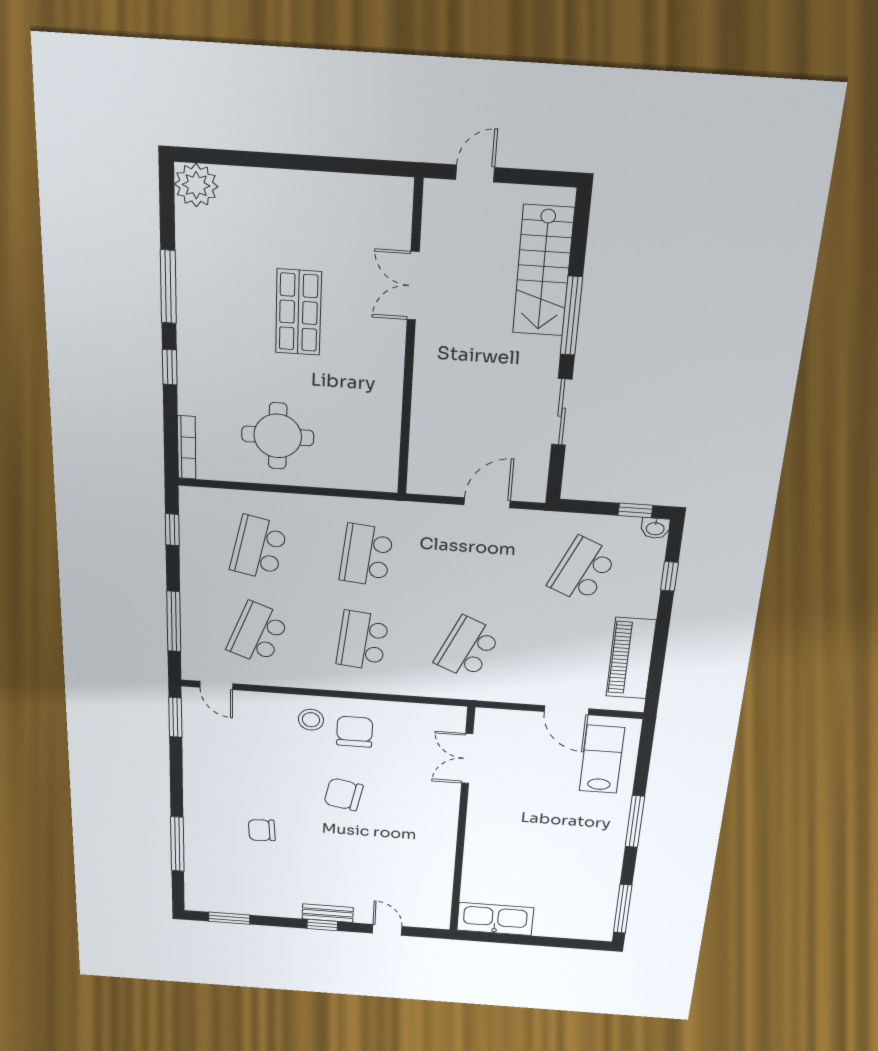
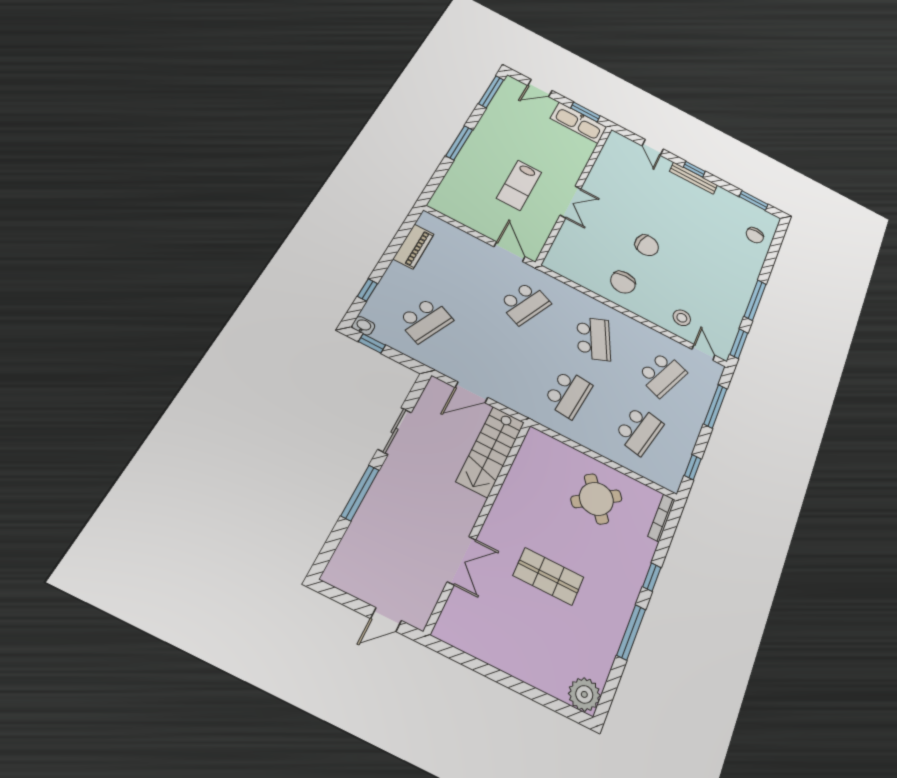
stairs: (543, 271) -> (491, 452), moved, turned 180
shop shelf: (298, 312) -> (548, 576), turned 90
round table: (278, 436) -> (596, 499), turned -37
school desk: (362, 641) -> (594, 339), turned -30
piano: (631, 658) -> (414, 246), width x0.73, depth x0.75
door: (566, 710) -> (510, 252), moved
stool: (311, 720) -> (682, 318), moved
double door: (467, 759) -> (570, 202), moved
lab bench: (602, 759) -> (519, 185), moved
chair: (262, 830) -> (755, 235), moved, turned 94
window: (177, 844) -> (755, 300), moved
bench: (328, 913) -> (693, 178), width x1.36
window: (492, 938) -> (585, 112), added
door: (563, 943) -> (540, 88), added

